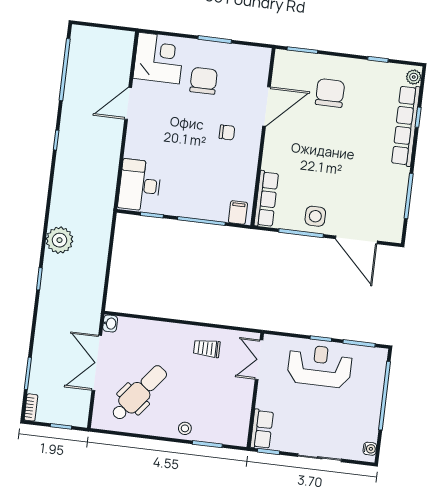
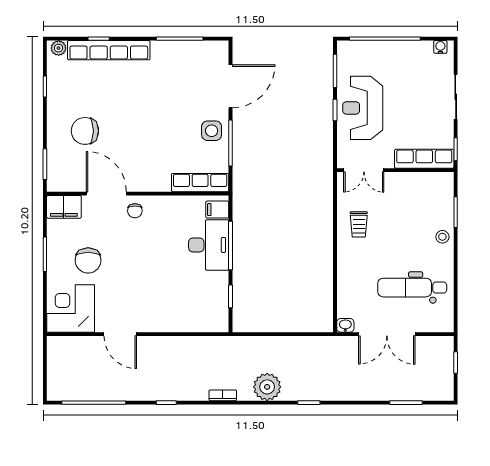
filing cabinet: (259, 64) -> (64, 207), added
chair: (204, 81) -> (88, 260), turned -90
chair: (227, 132) -> (135, 211), moved, turned 180
desk: (140, 185) -> (209, 245), moved, turned -90
dental chair: (139, 393) -> (412, 288), turned -38
bookcase: (31, 407) -> (223, 395), moved
row of seats: (262, 429) -> (424, 159), width x1.48

